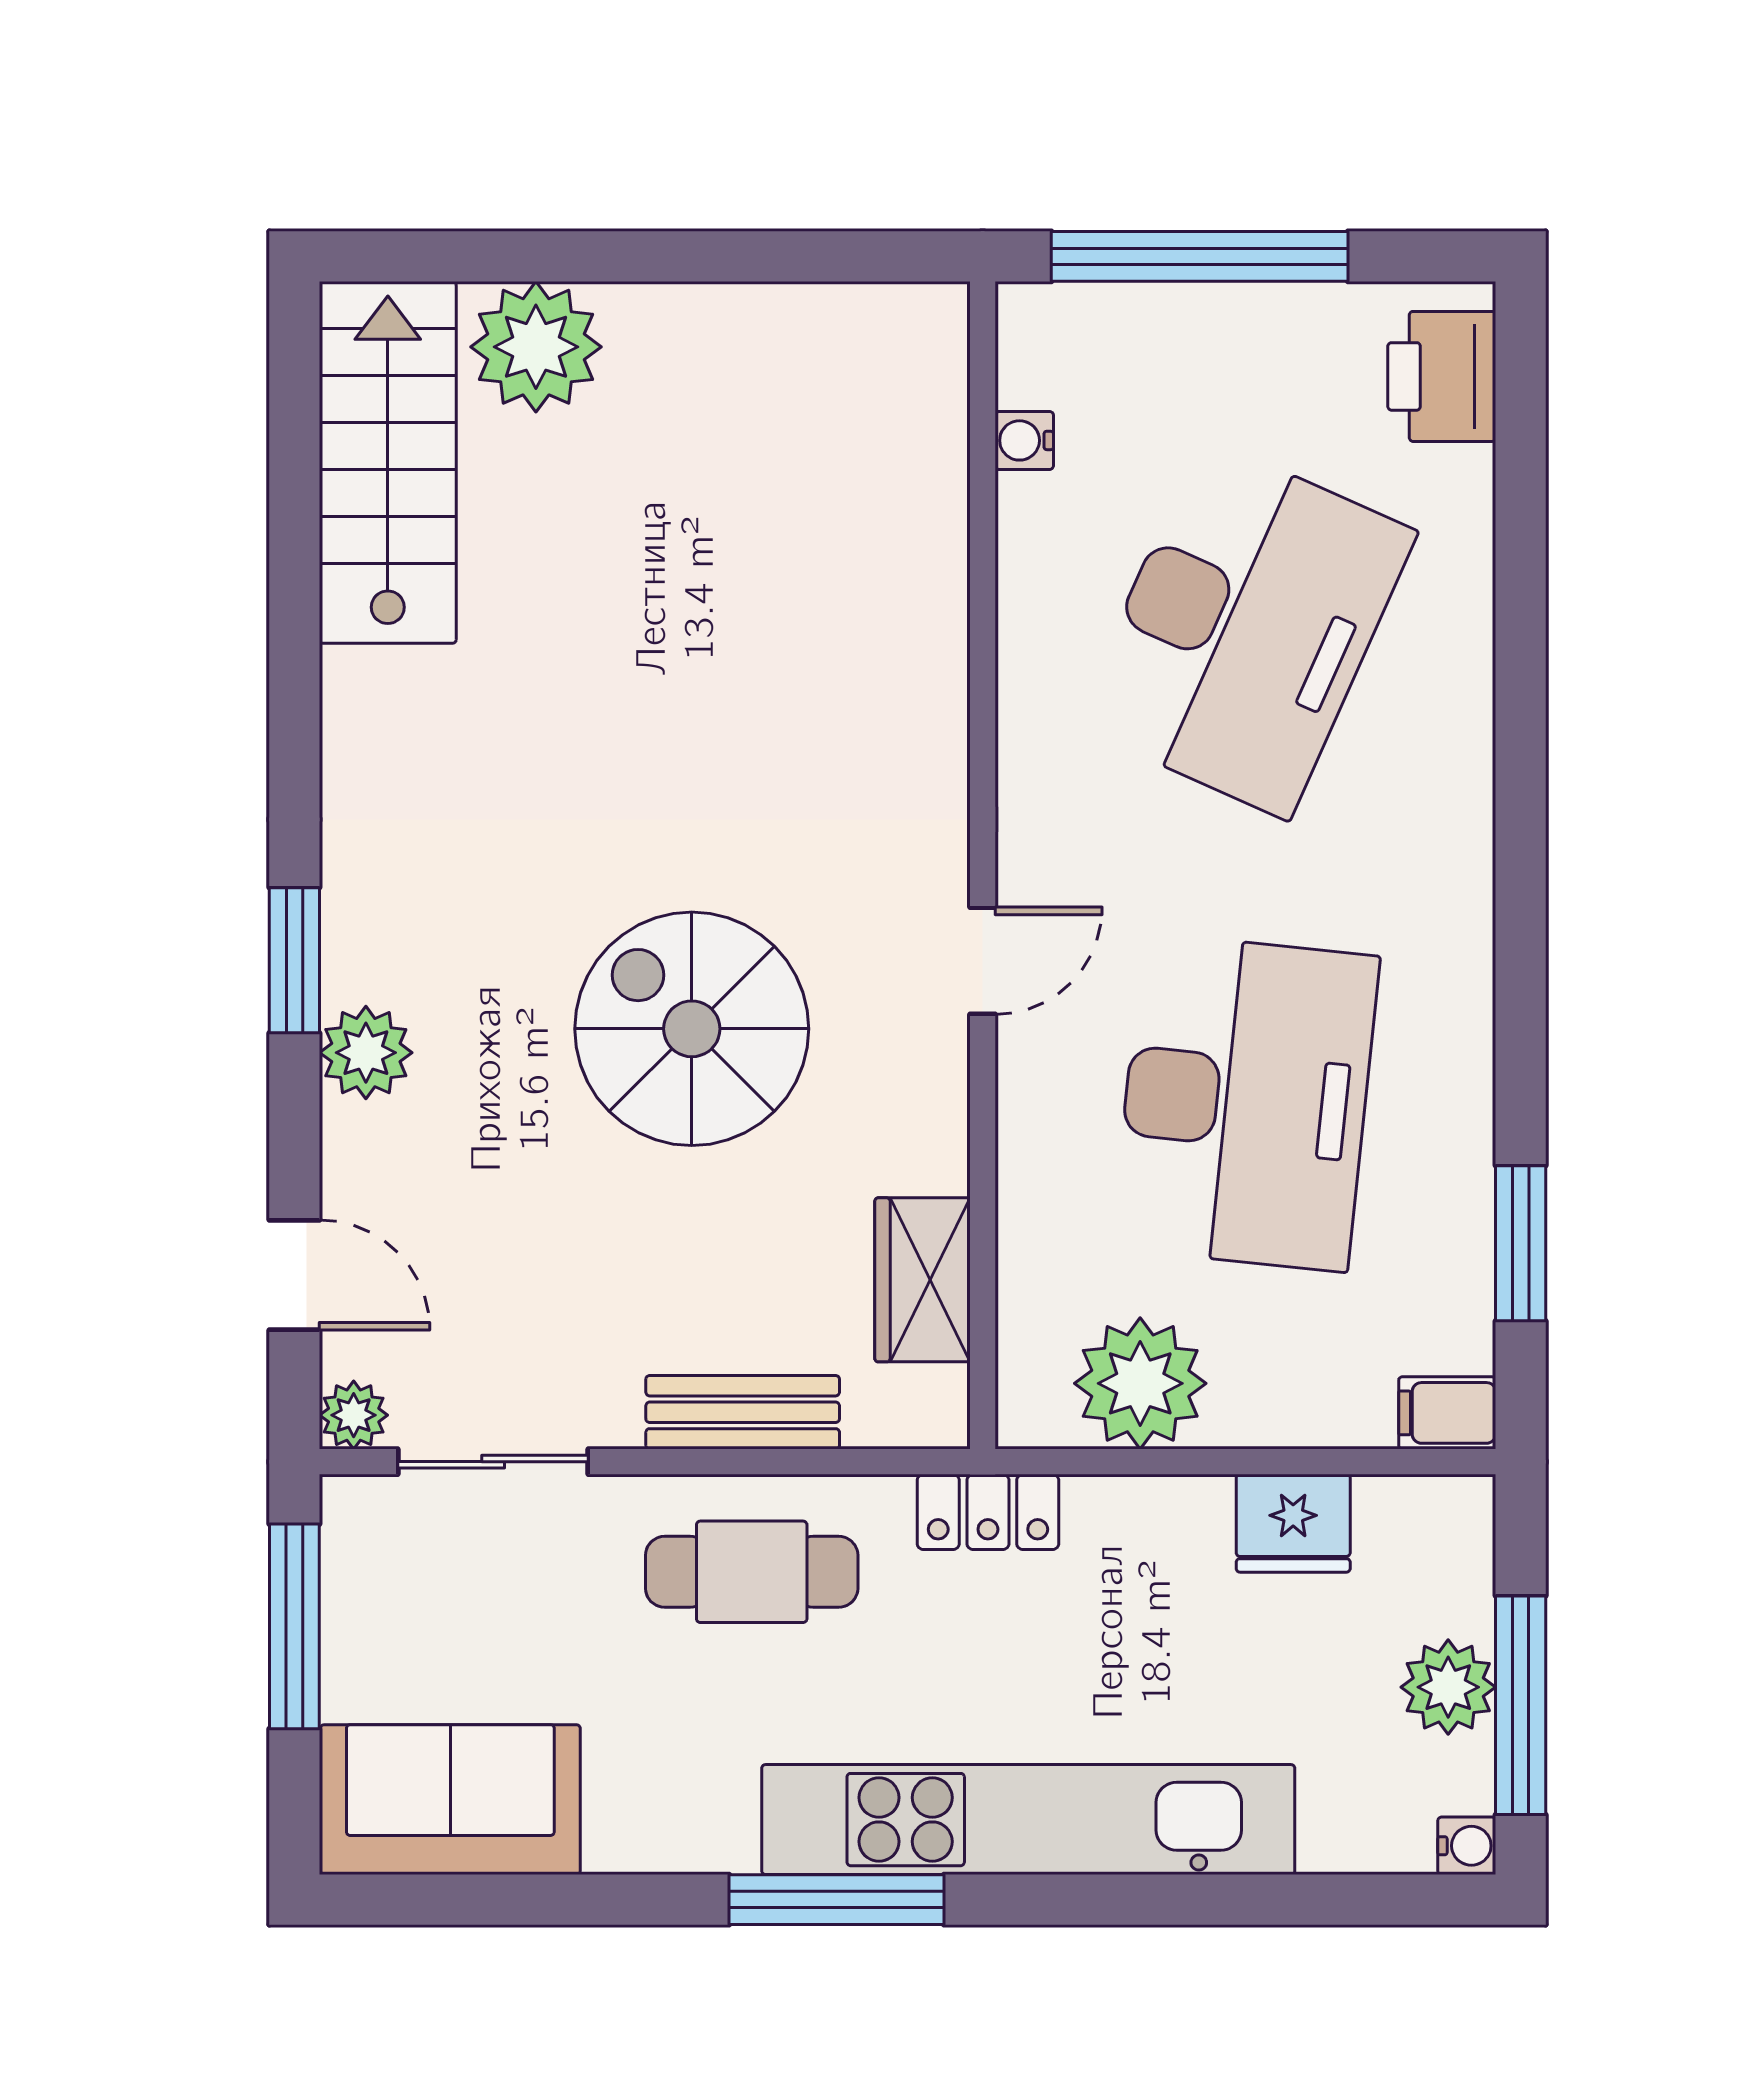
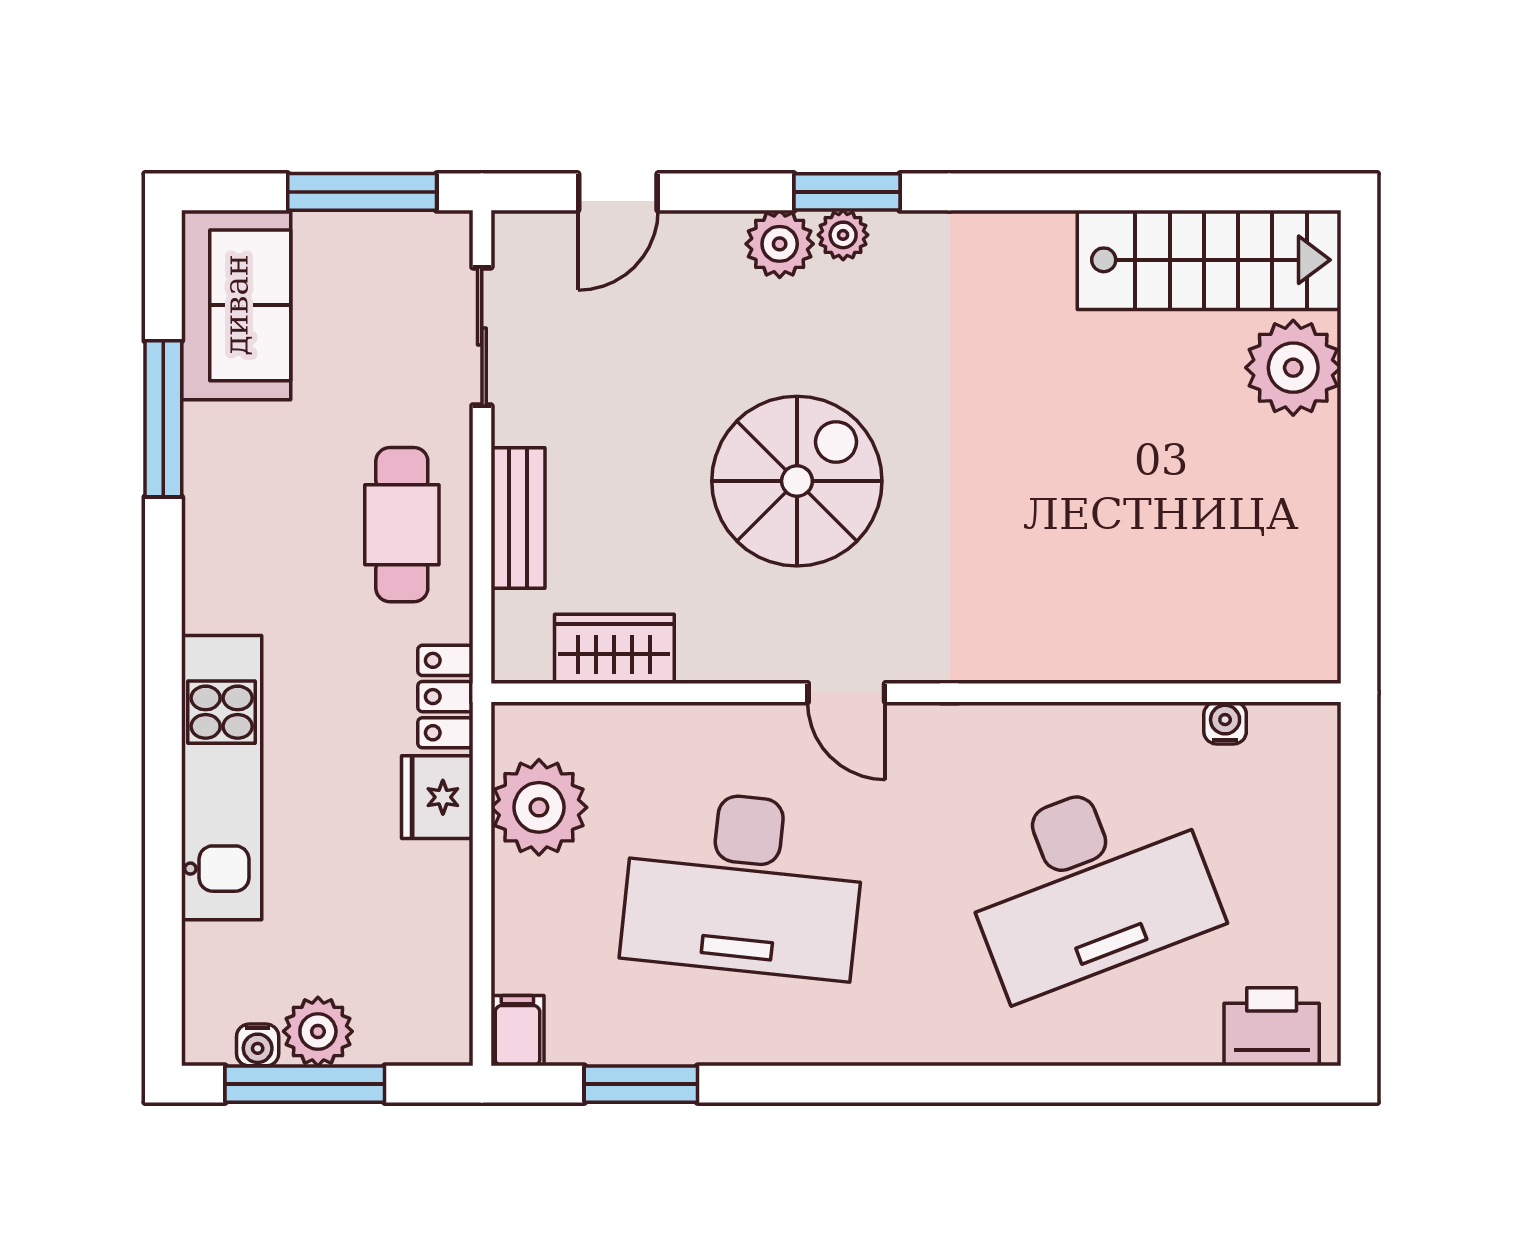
window: (1200, 256) -> (1359, 851), removed
desk: (1245, 628) -> (1088, 884), turned -45
plant: (354, 1415) -> (843, 235), moved
fridge: (1293, 1523) -> (437, 797), moved
kitchen unit: (1028, 1820) -> (222, 778), width x0.73
water cooler: (1467, 1846) -> (258, 1045), moved
window: (837, 1900) -> (163, 419), moved

